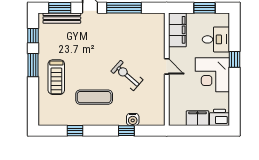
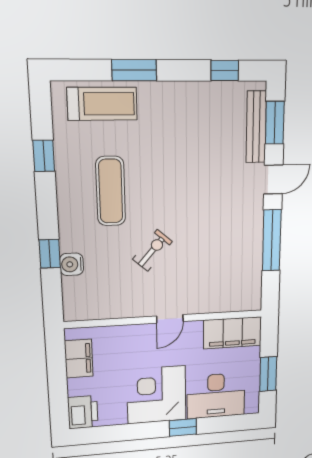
desk: (216, 39) -> (216, 396), width x1.37
window: (33, 65) -> (134, 70), moved
exercise bike: (127, 75) -> (152, 250), width x0.73, depth x0.72
treadmill: (56, 77) -> (102, 104), moved, turned 180
filing cabinet: (197, 118) -> (79, 359), moved

